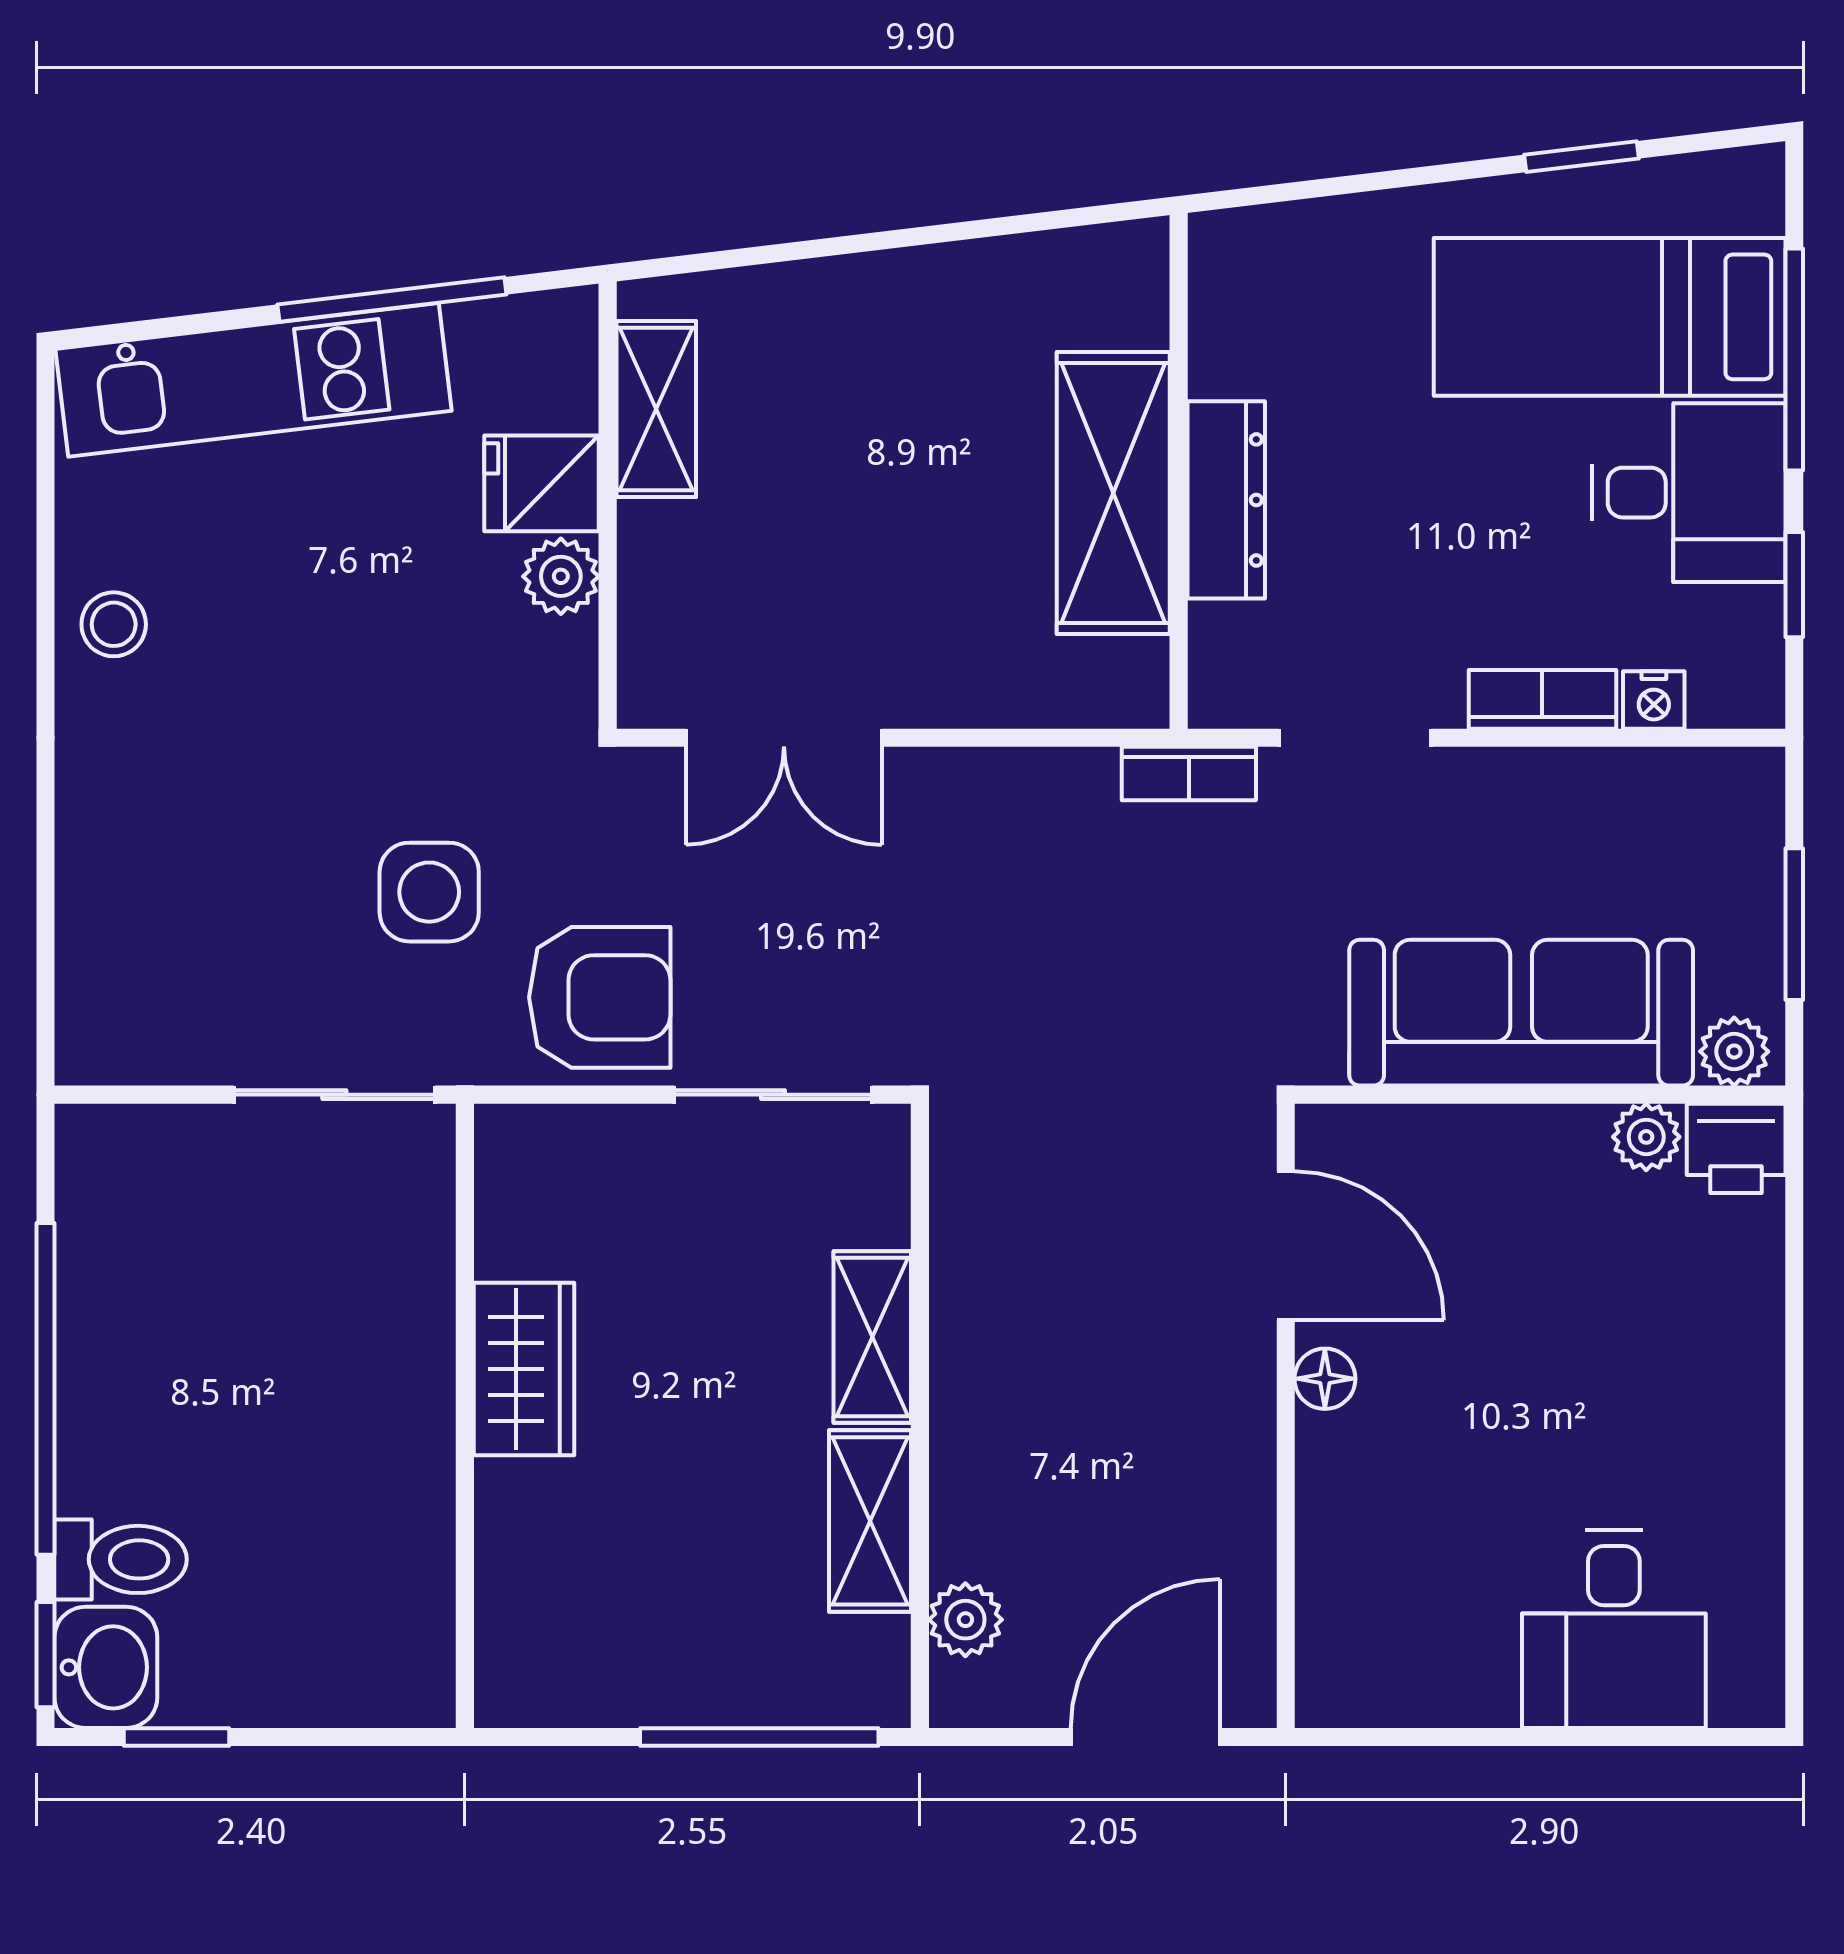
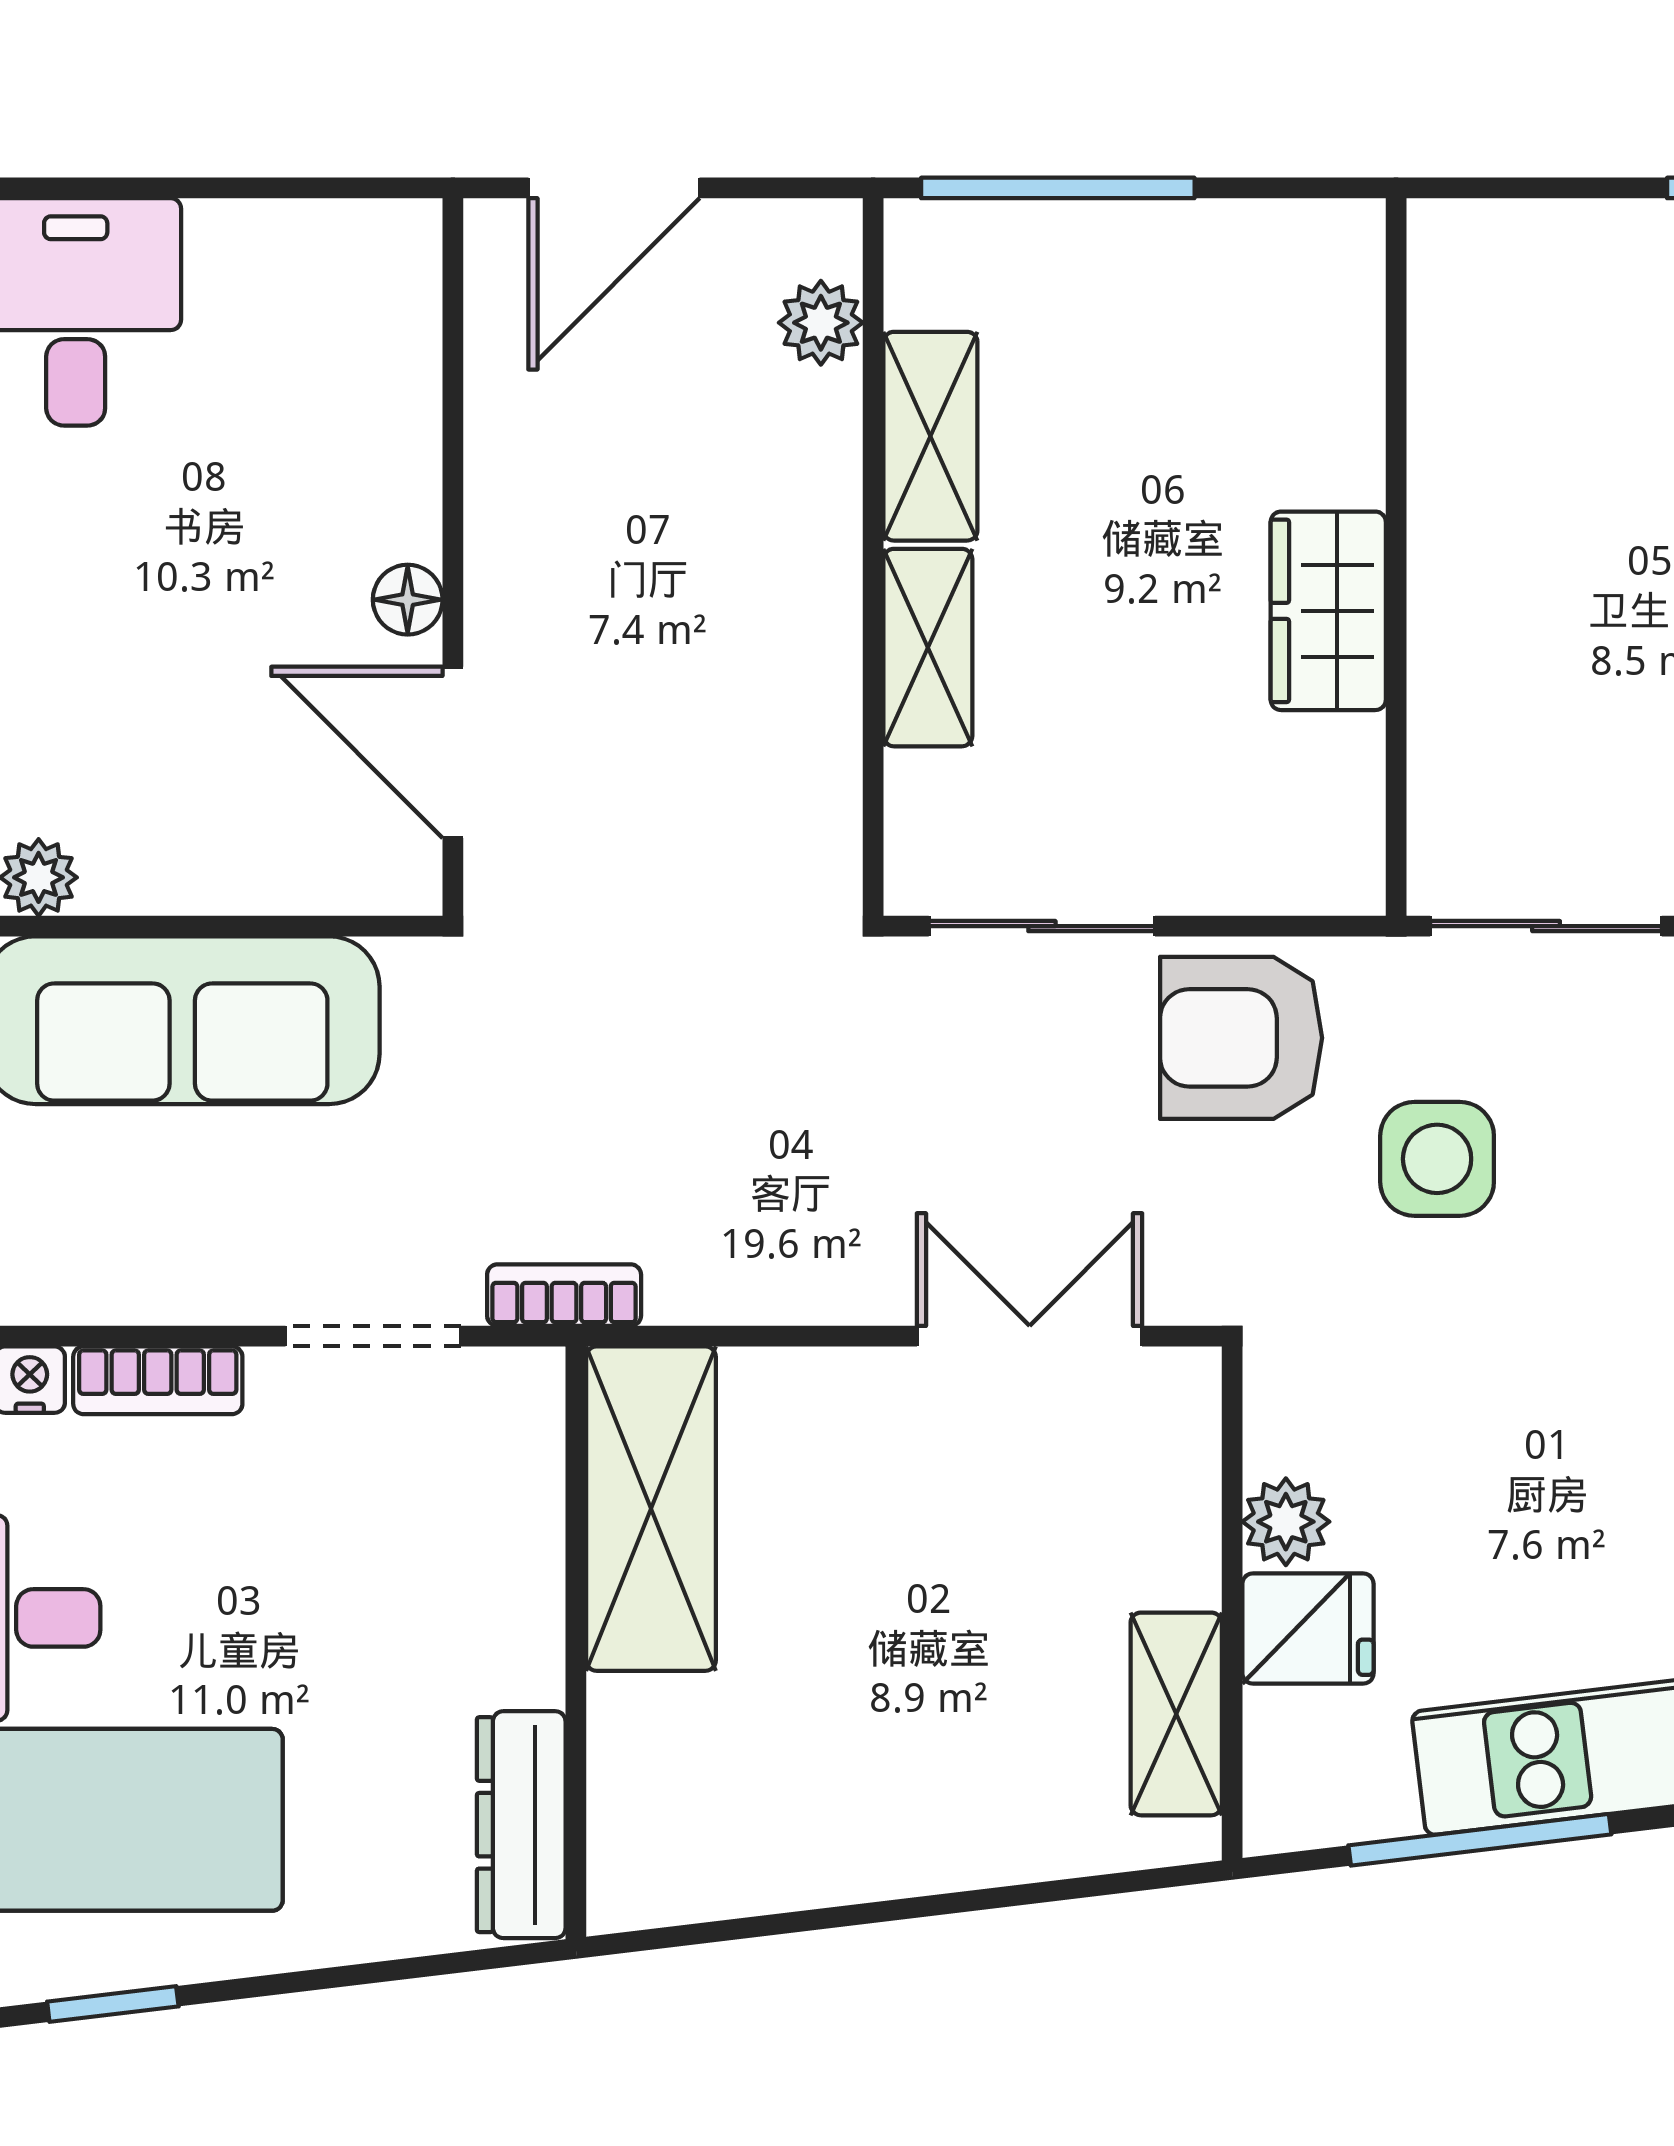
shelving: (1113, 493) -> (651, 1509), moved
dresser: (1226, 500) -> (521, 1825), moved

